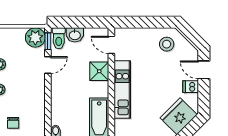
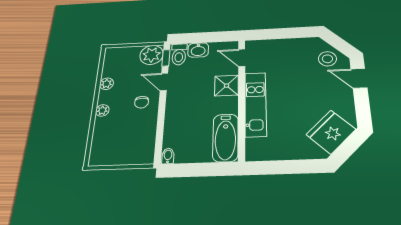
stool: (167, 44) -> (327, 59), moved
door: (48, 65) -> (164, 82), swing flipped
dishwasher: (191, 87) -> (344, 97), removed
chair: (13, 123) -> (142, 102), moved

